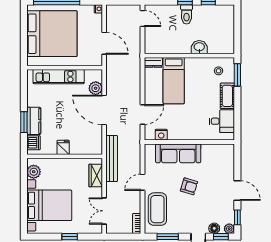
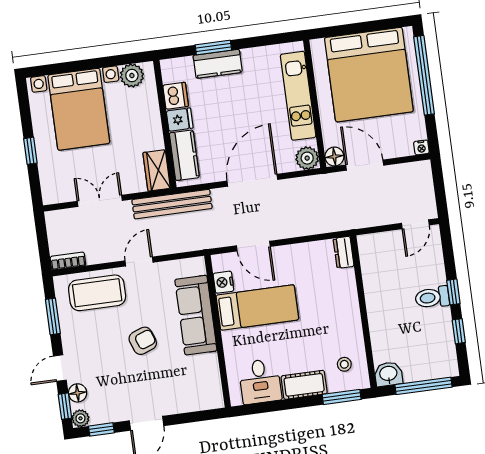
window: (237, 26) -> (424, 386), added
door: (104, 43) -> (365, 165), swing flipped
washbasin: (199, 47) -> (388, 374), moved, turned -90
floor lamp: (97, 60) -> (334, 157), added
bed: (174, 81) -> (257, 307), moved, turned 180
plant: (96, 88) -> (307, 158), moved
dishwasher: (33, 143) -> (176, 96), moved, turned -90
kitchen counter: (84, 147) -> (184, 155), added
wardrobe: (96, 175) -> (157, 170), moved, turned -90
door: (143, 182) -> (139, 262), hinge flipped
armchair: (189, 186) -> (143, 341), turned -127
double door: (104, 211) -> (100, 201), moved

